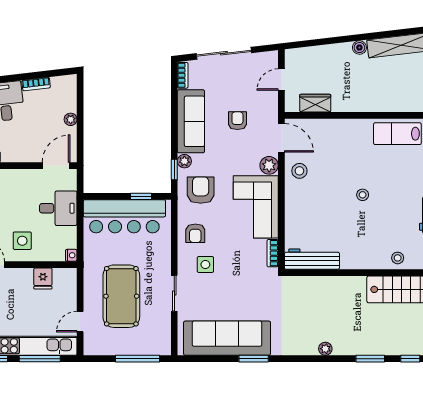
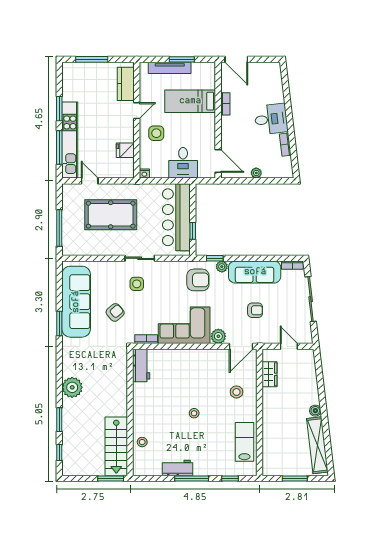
stool: (299, 171) -> (237, 392), moved
armchair: (195, 233) -> (115, 312), moved, turned 139
workbench: (312, 259) -> (141, 365), width x0.73
sliding door: (174, 293) -> (140, 258), moved
plant: (325, 349) -> (72, 387), width x1.88, depth x1.88

